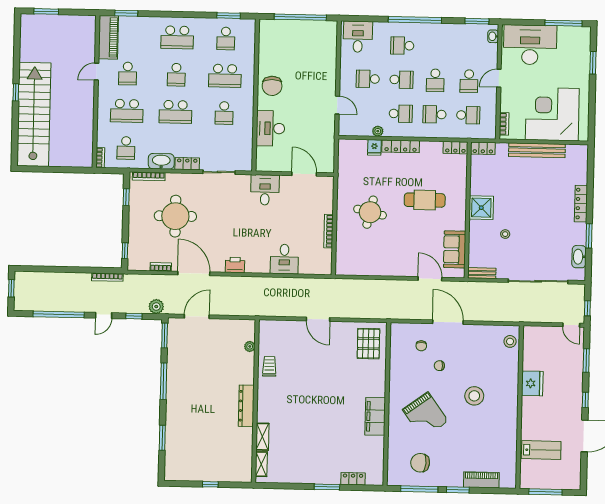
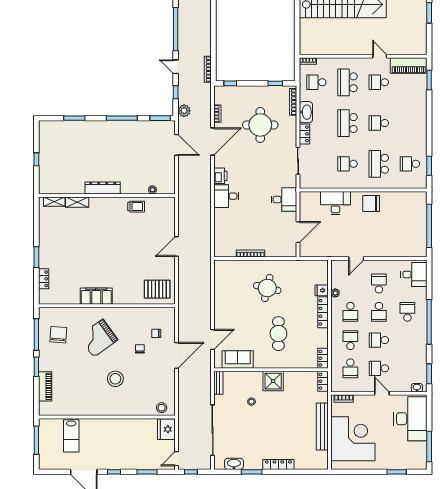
school desk: (177, 37) -> (410, 123), removed
desk: (284, 259) -> (226, 196), moved
fridge: (532, 383) -> (166, 429), moved, turned 90

